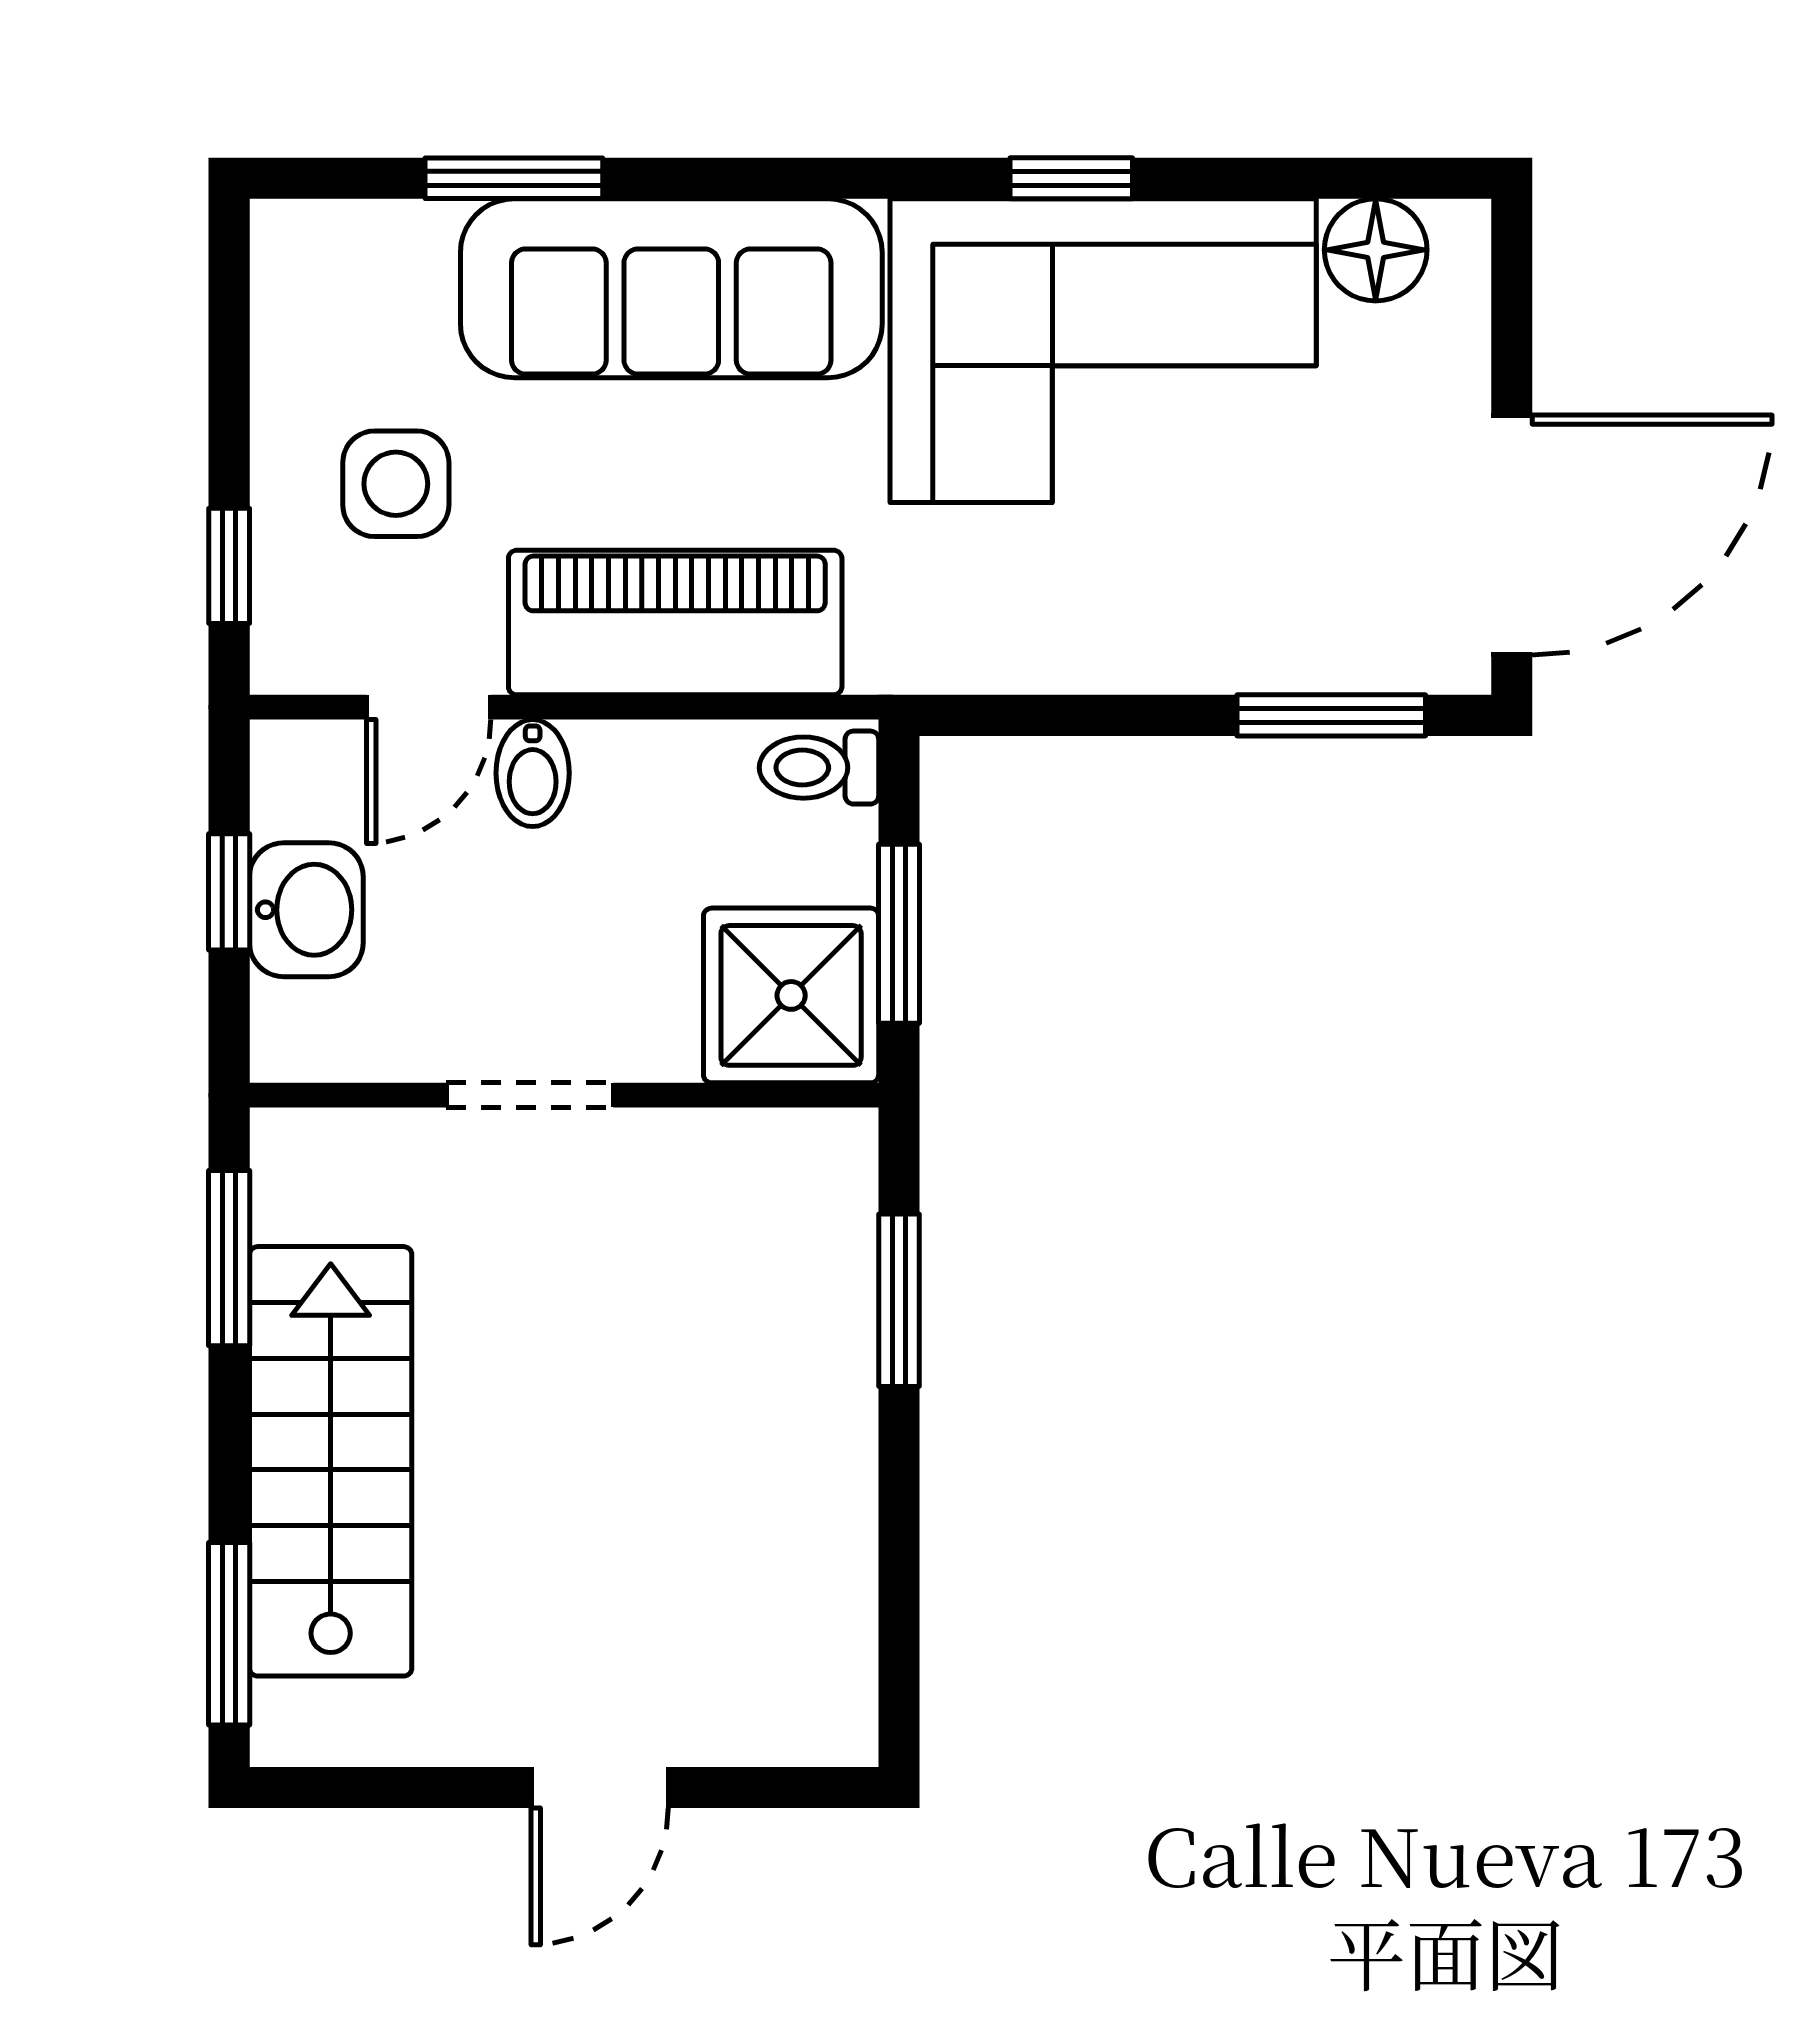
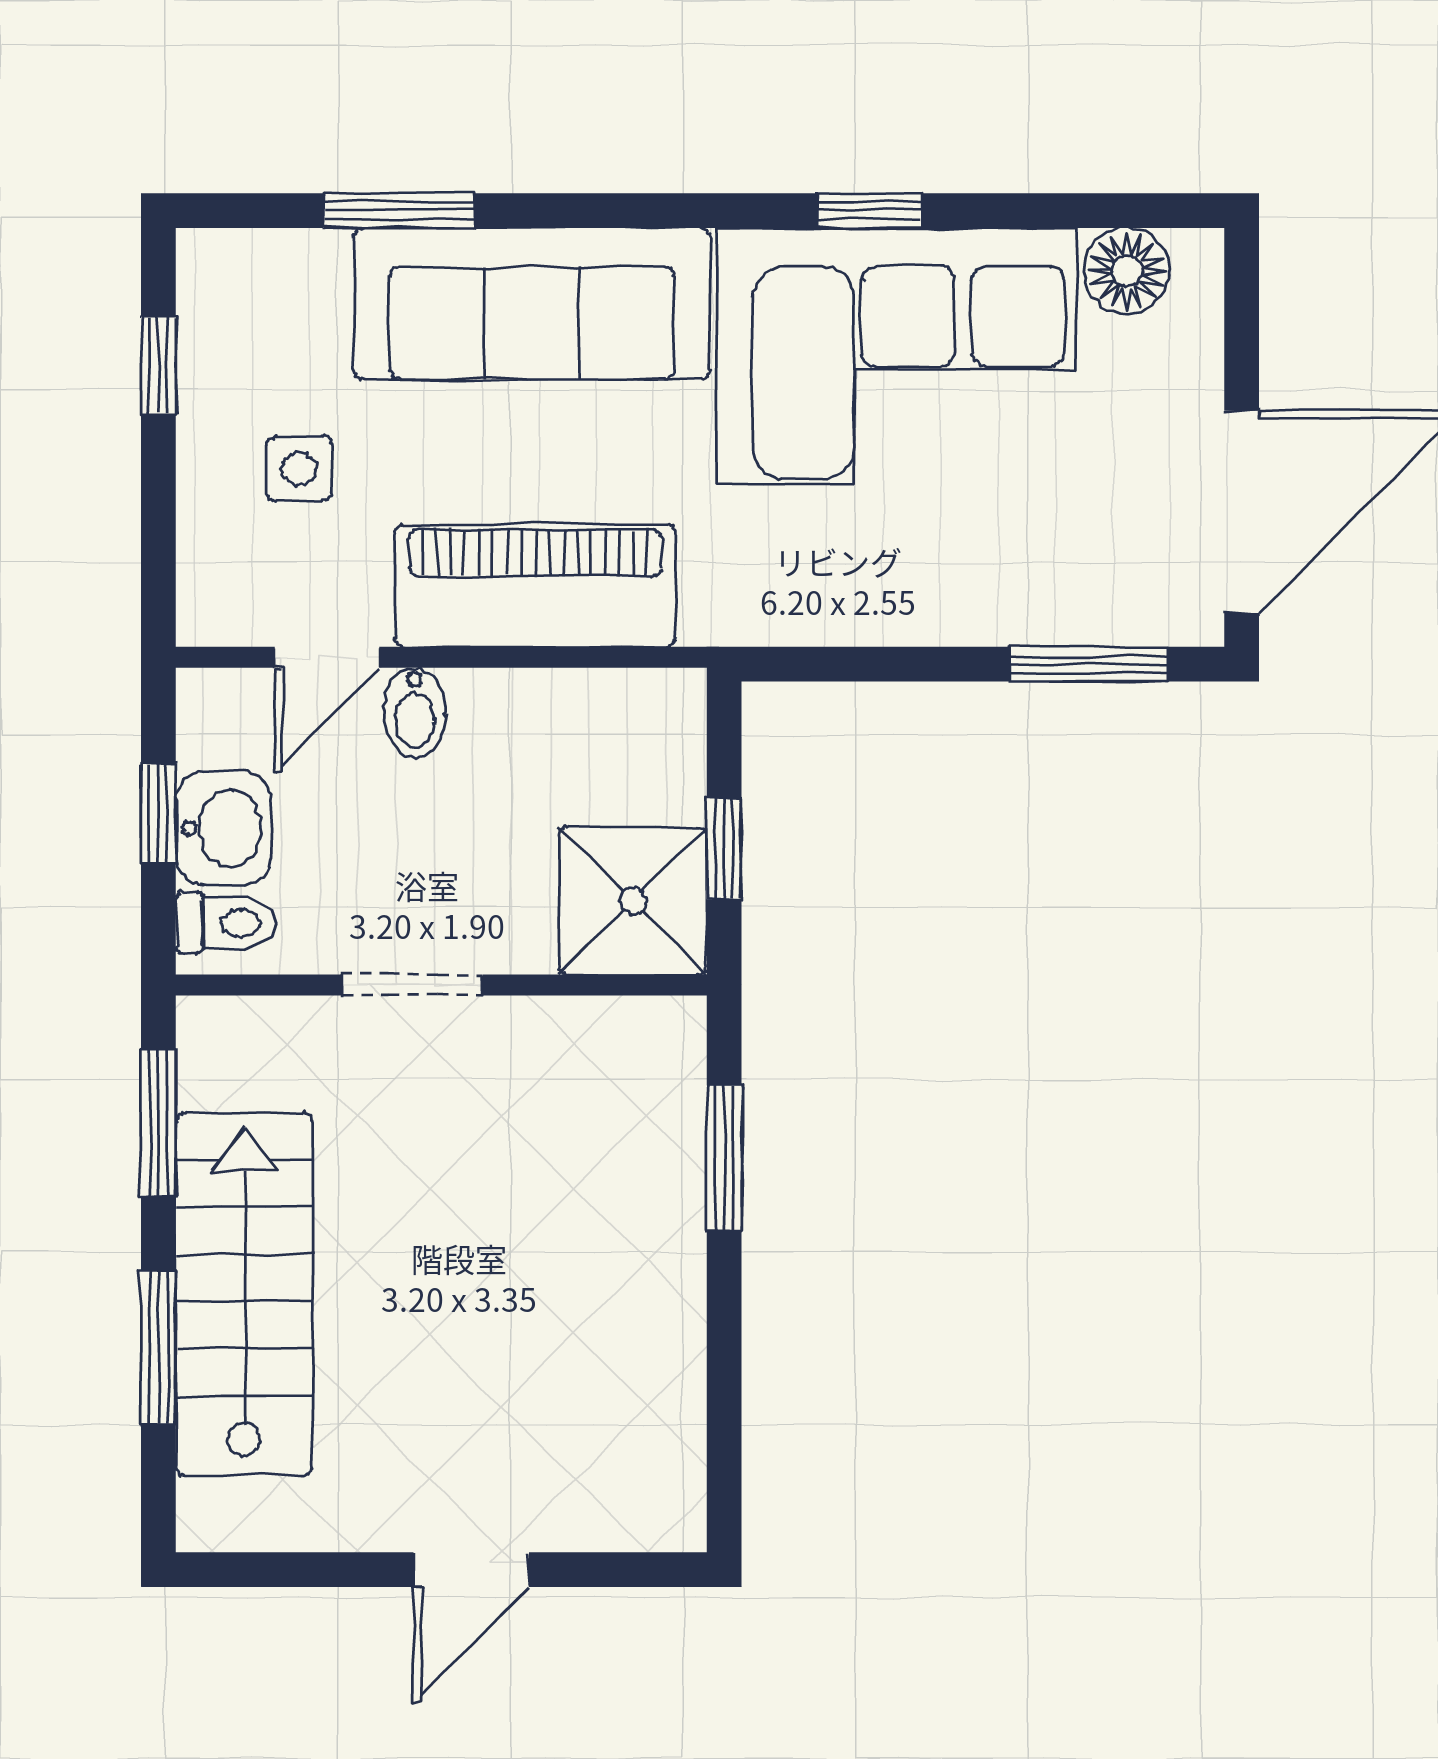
side table: (396, 484) -> (299, 469), width x0.73, depth x0.73
window: (229, 566) -> (158, 365), moved
toilet: (819, 768) -> (226, 923), moved, turned 180
window: (899, 934) -> (724, 849), width x0.67
window: (229, 1634) -> (158, 1347), moved

